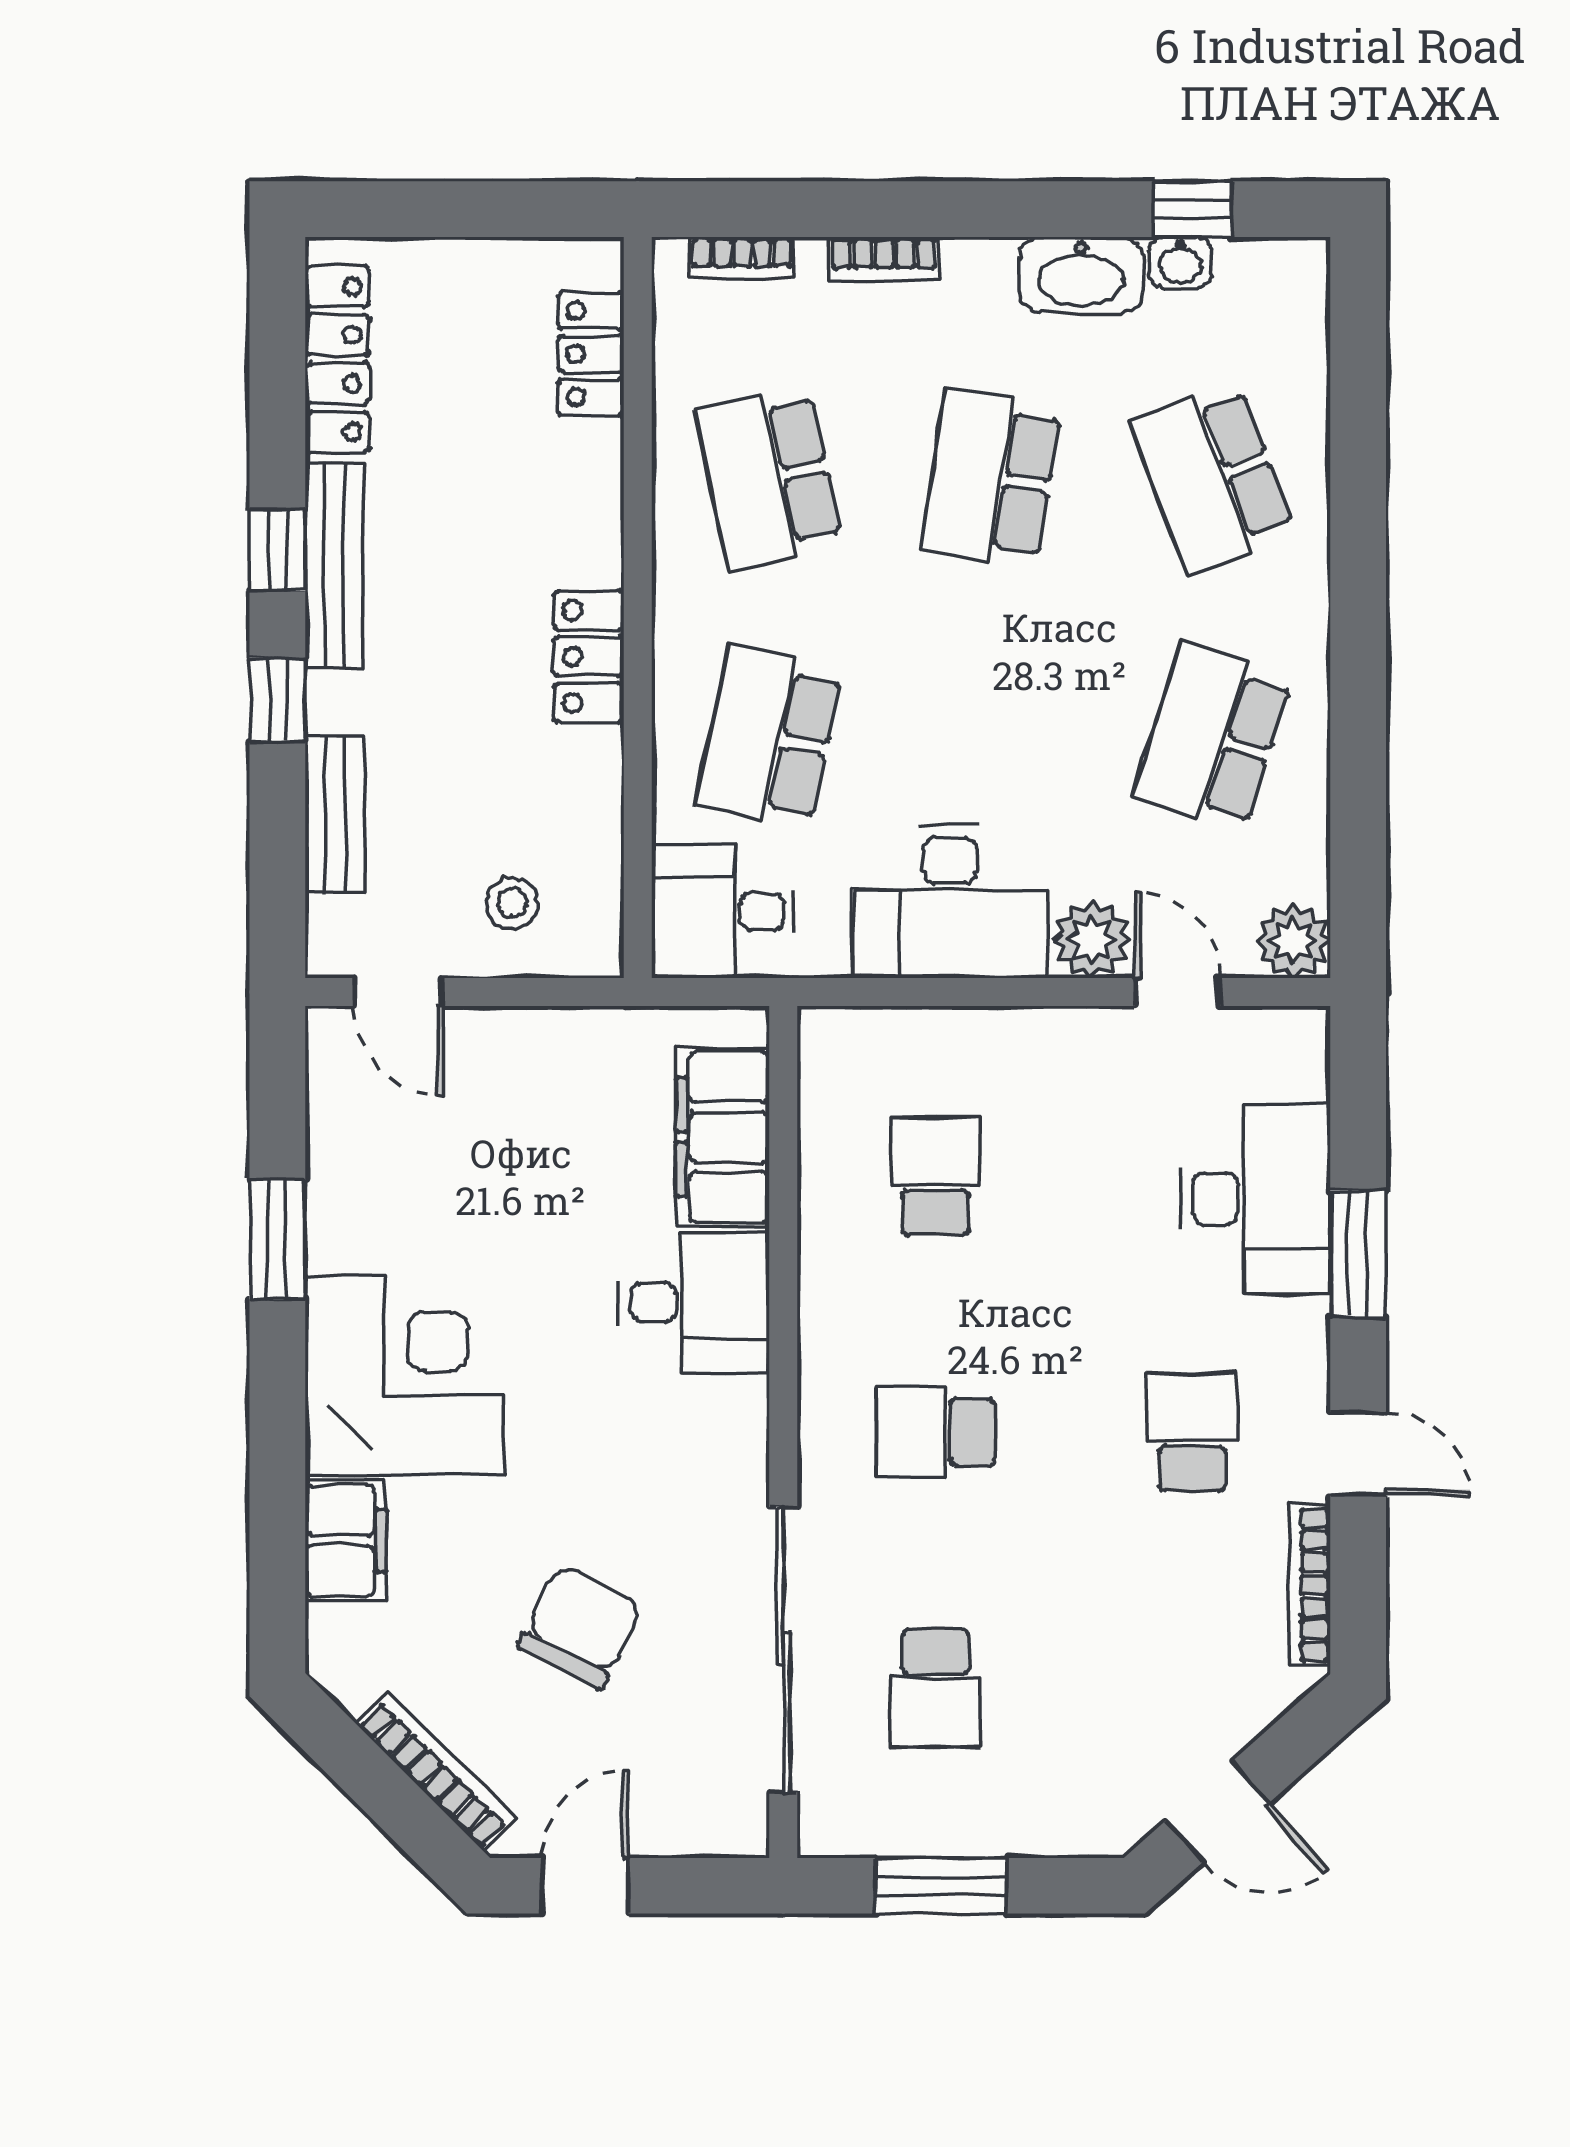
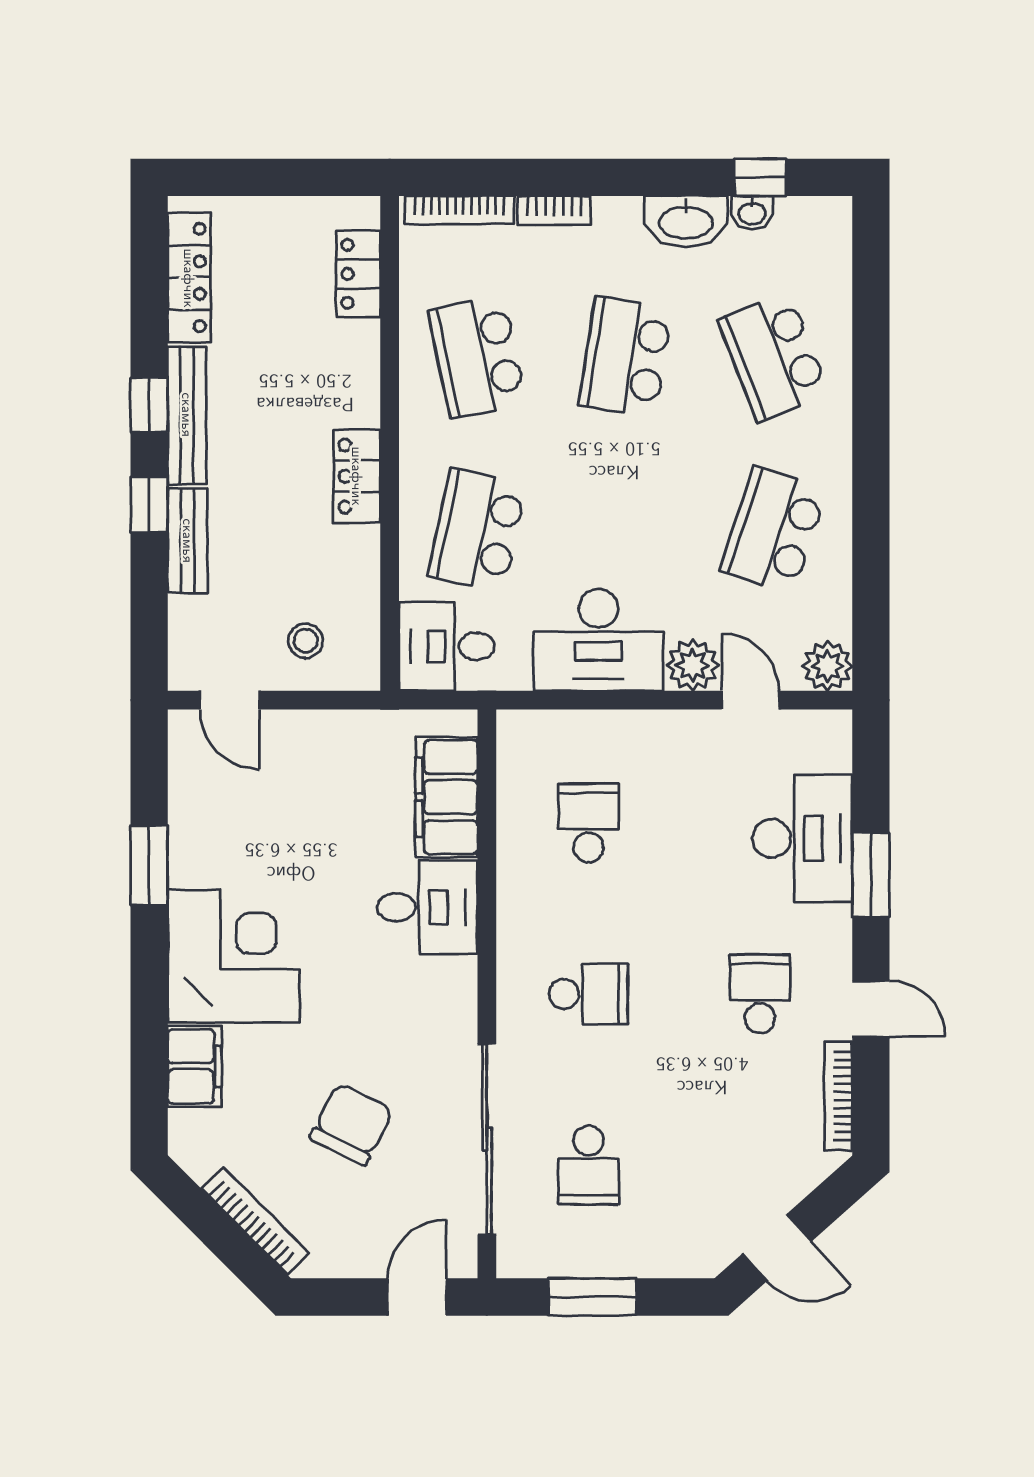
bookcase: (742, 258) -> (459, 210), width x1.56
bench: (335, 814) -> (188, 541), moved
school desk: (935, 1432) -> (588, 994), turned 180
door: (585, 1886) -> (417, 1297), moved

